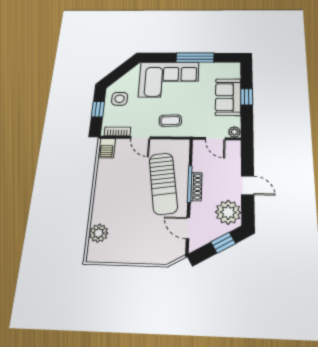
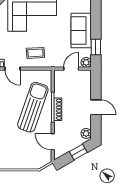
window: (247, 97) -> (96, 47), moved
door: (215, 139) -> (71, 69), swing flipped
sun lounger: (163, 183) -> (33, 107), turned -153
plant: (228, 212) -> (86, 133), width x0.53, depth x0.53

